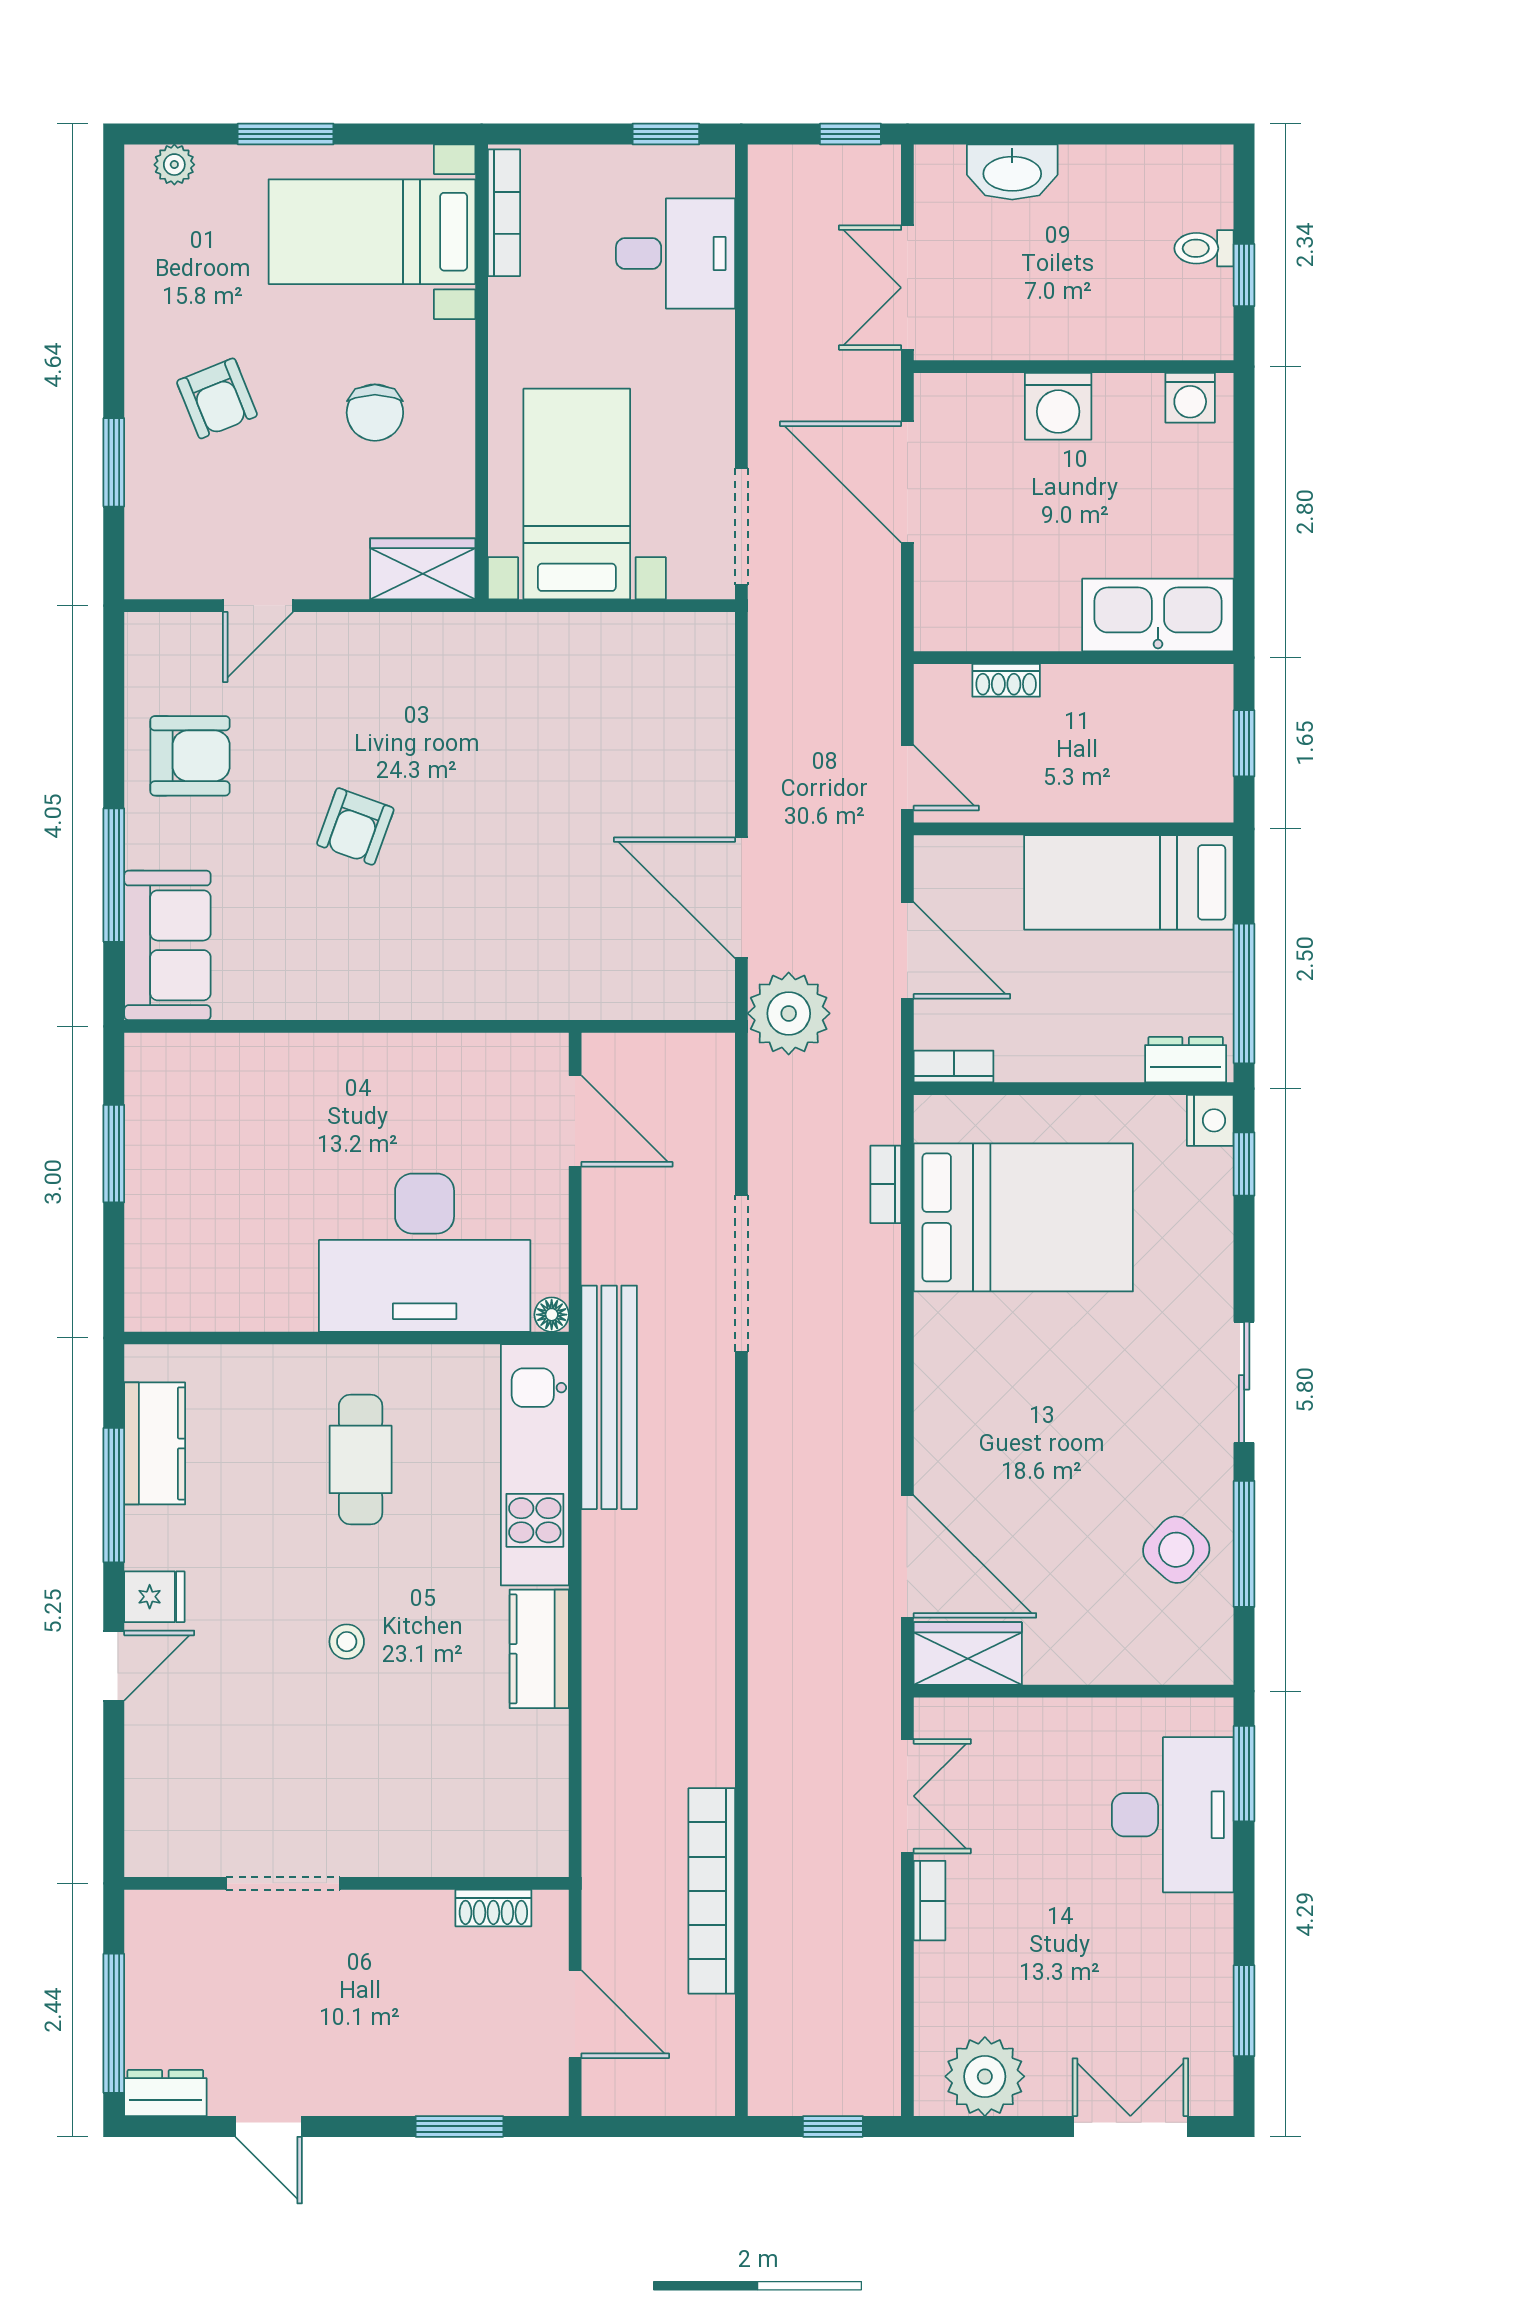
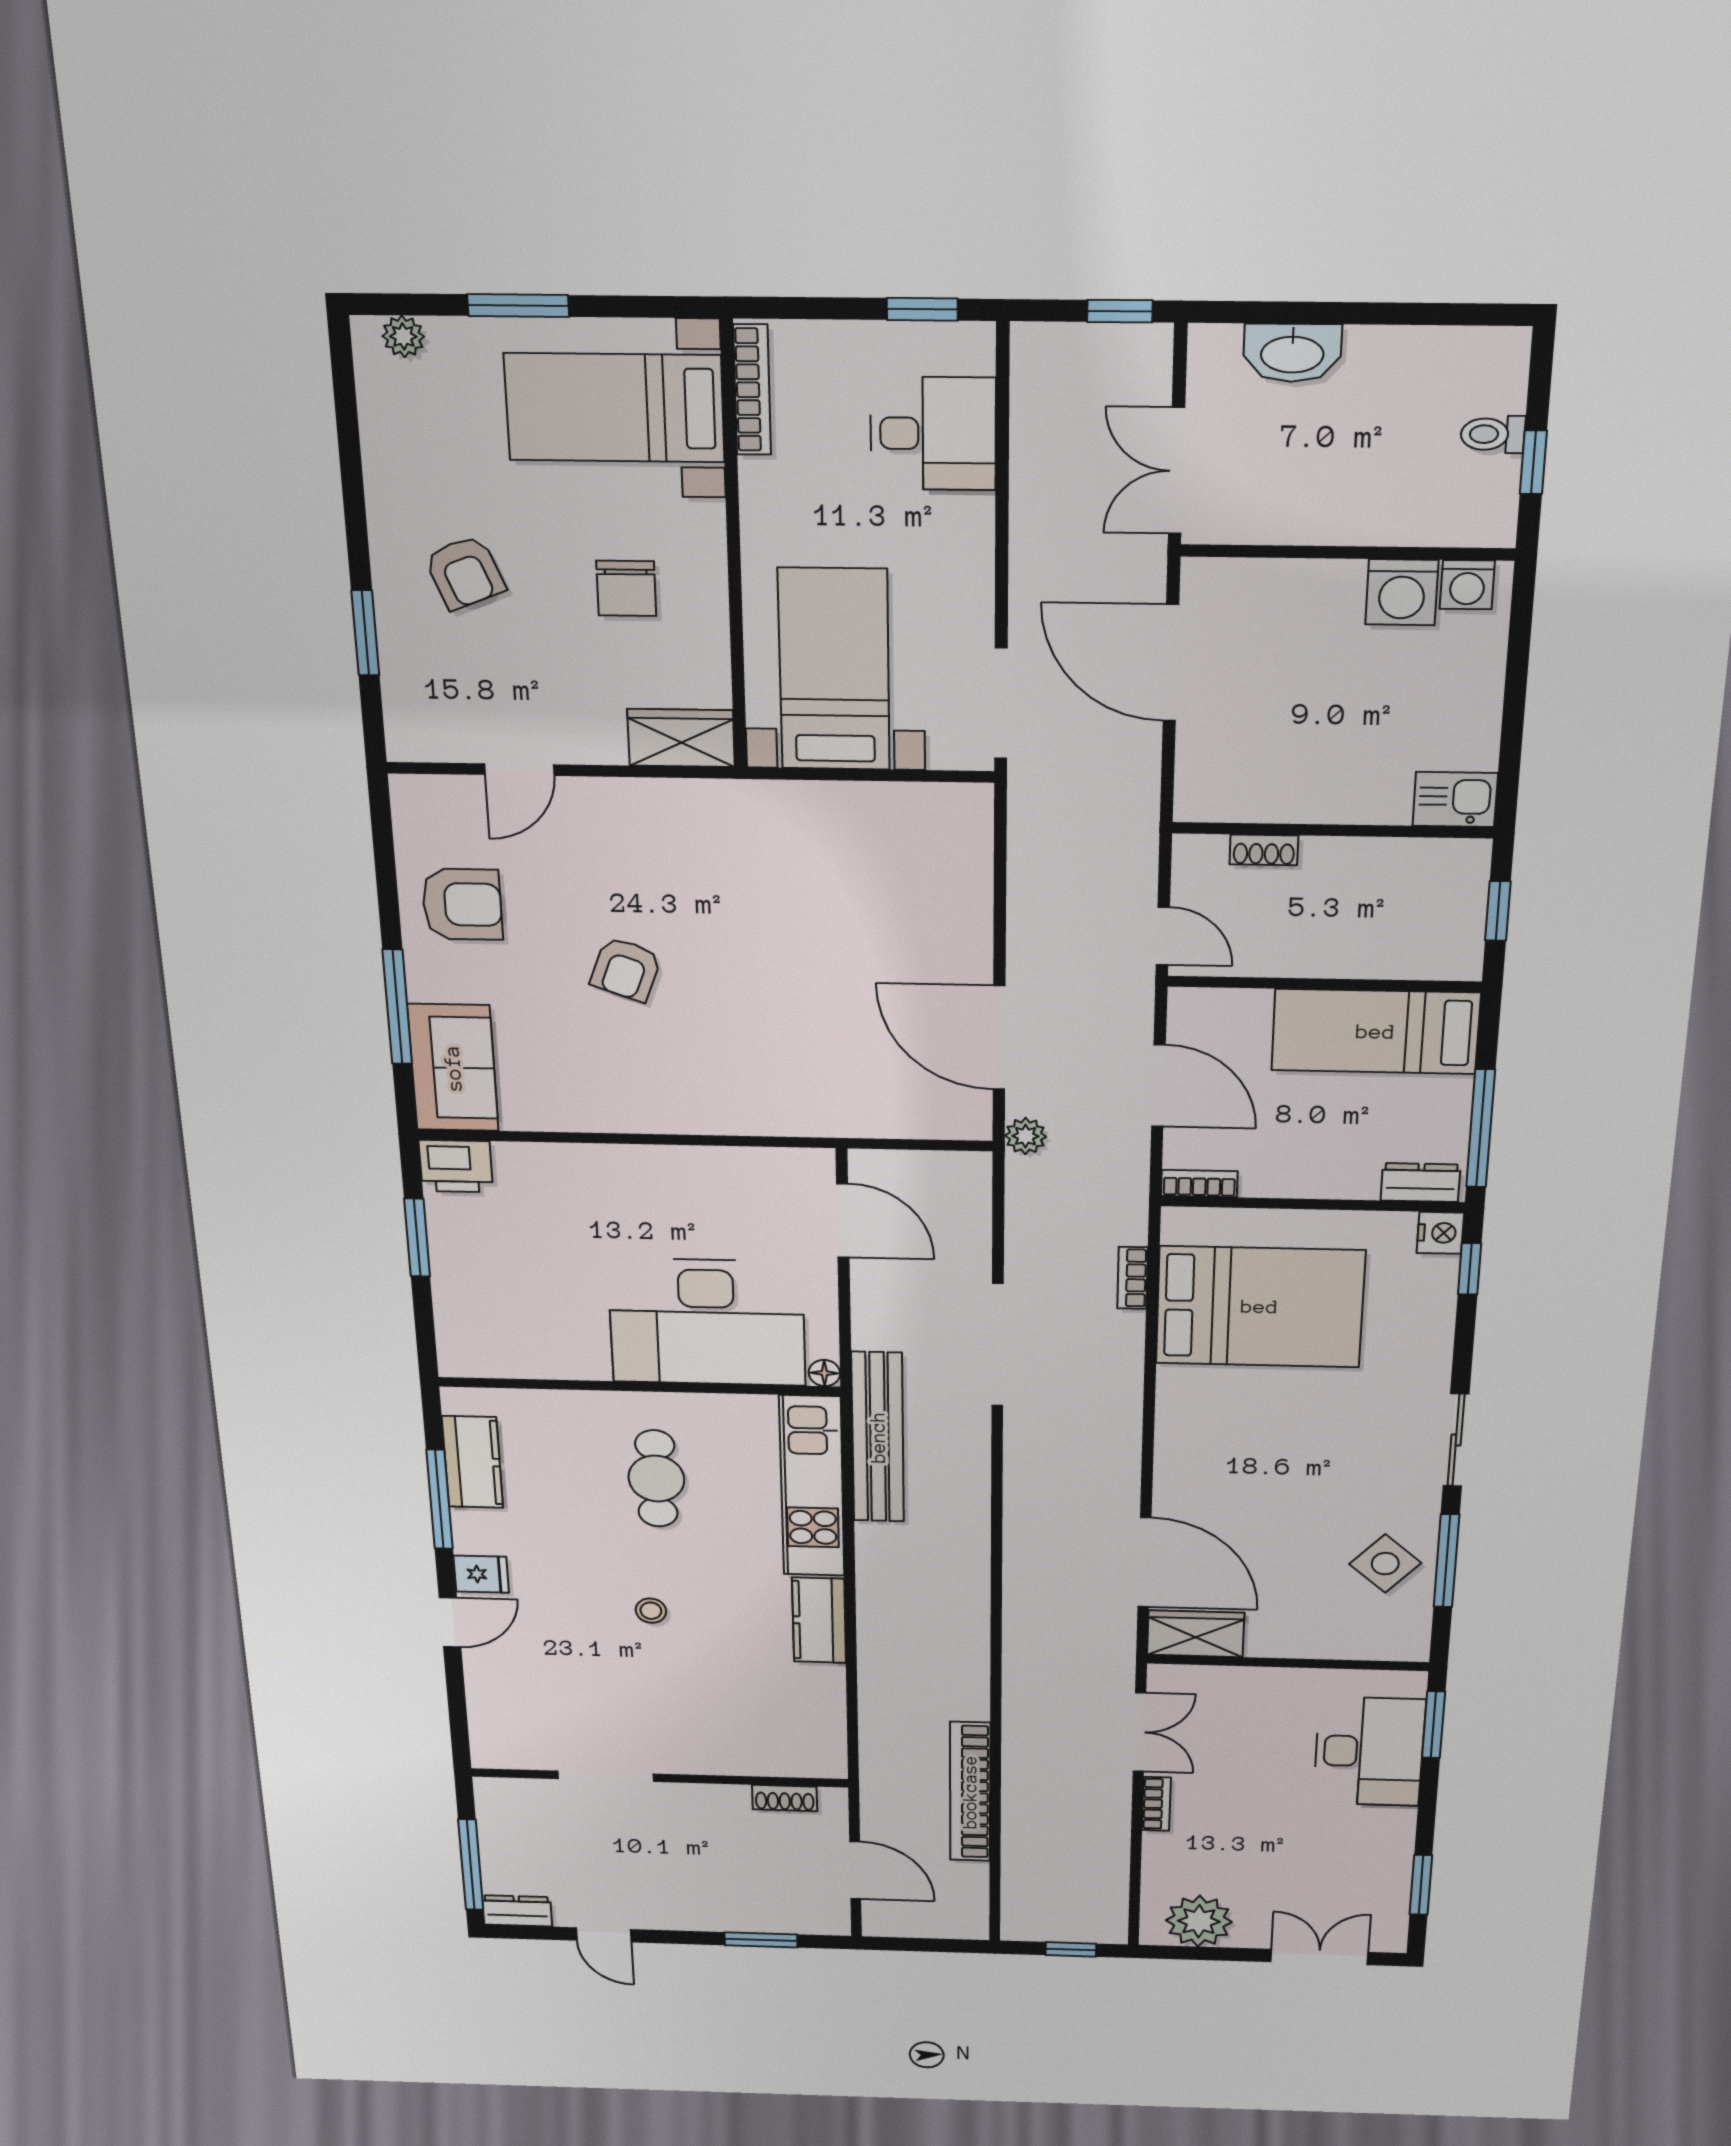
washing machine: (1058, 406) -> (1402, 592), moved
kitchen sink: (1158, 615) -> (1455, 799), width x0.53, depth x0.81
plant: (789, 1013) -> (1025, 1136), width x0.53, depth x0.53
printer: (162, 1064) -> (456, 1166), added

